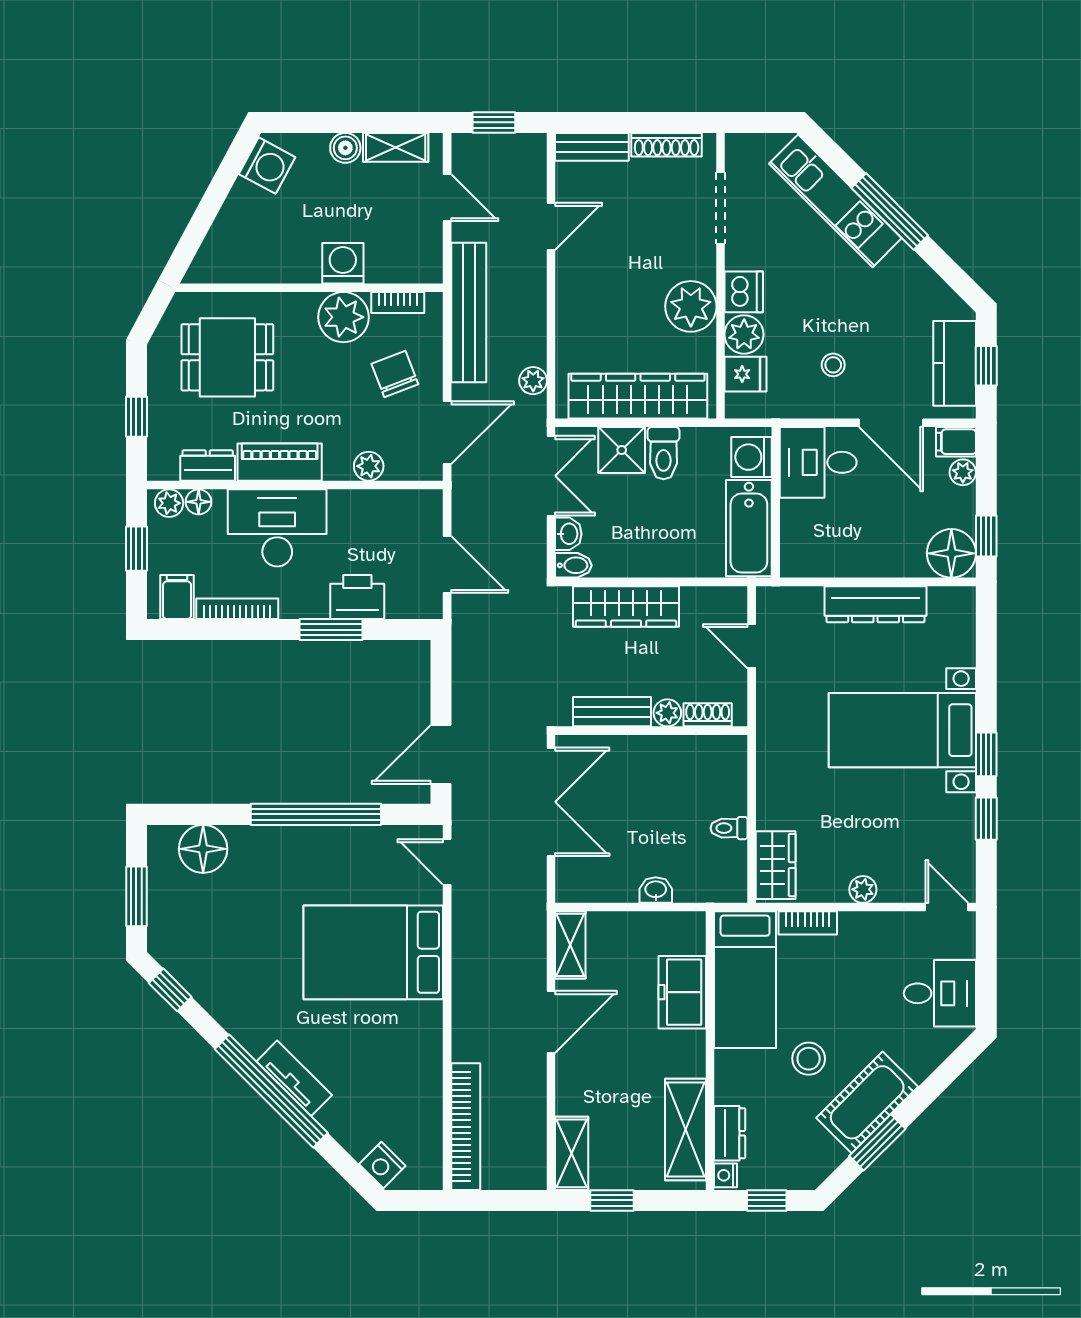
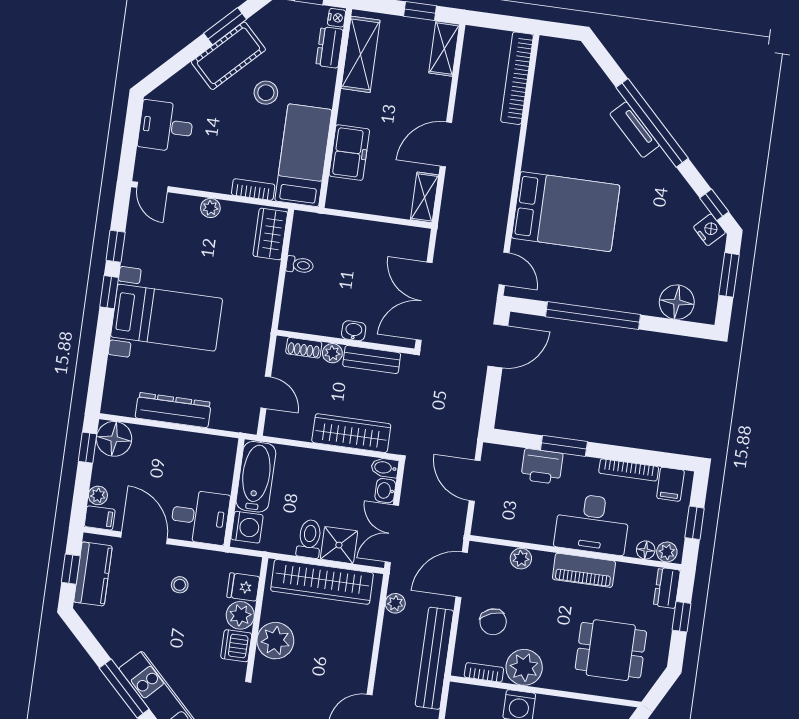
dresser: (208, 466) -> (667, 588), moved, turned 90
washbasin: (656, 890) -> (354, 331), moved, turned 180
nightstand: (382, 1165) -> (709, 230), moved

